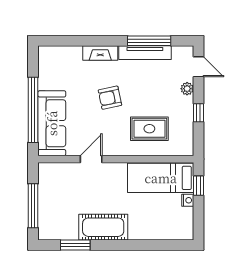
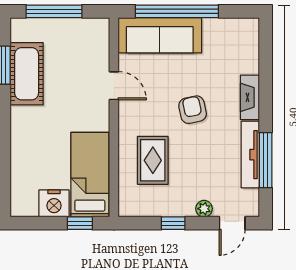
nightstand: (188, 200) -> (54, 203), width x1.89, depth x1.79
cot: (103, 227) -> (27, 74), moved

